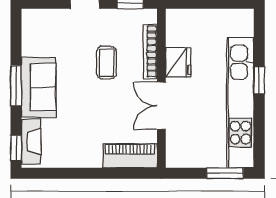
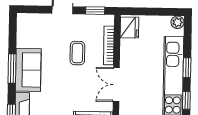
plant: (245, 18) -> (177, 22), added
fridge: (178, 62) -> (129, 27), moved
window: (259, 126) -> (186, 100), added

